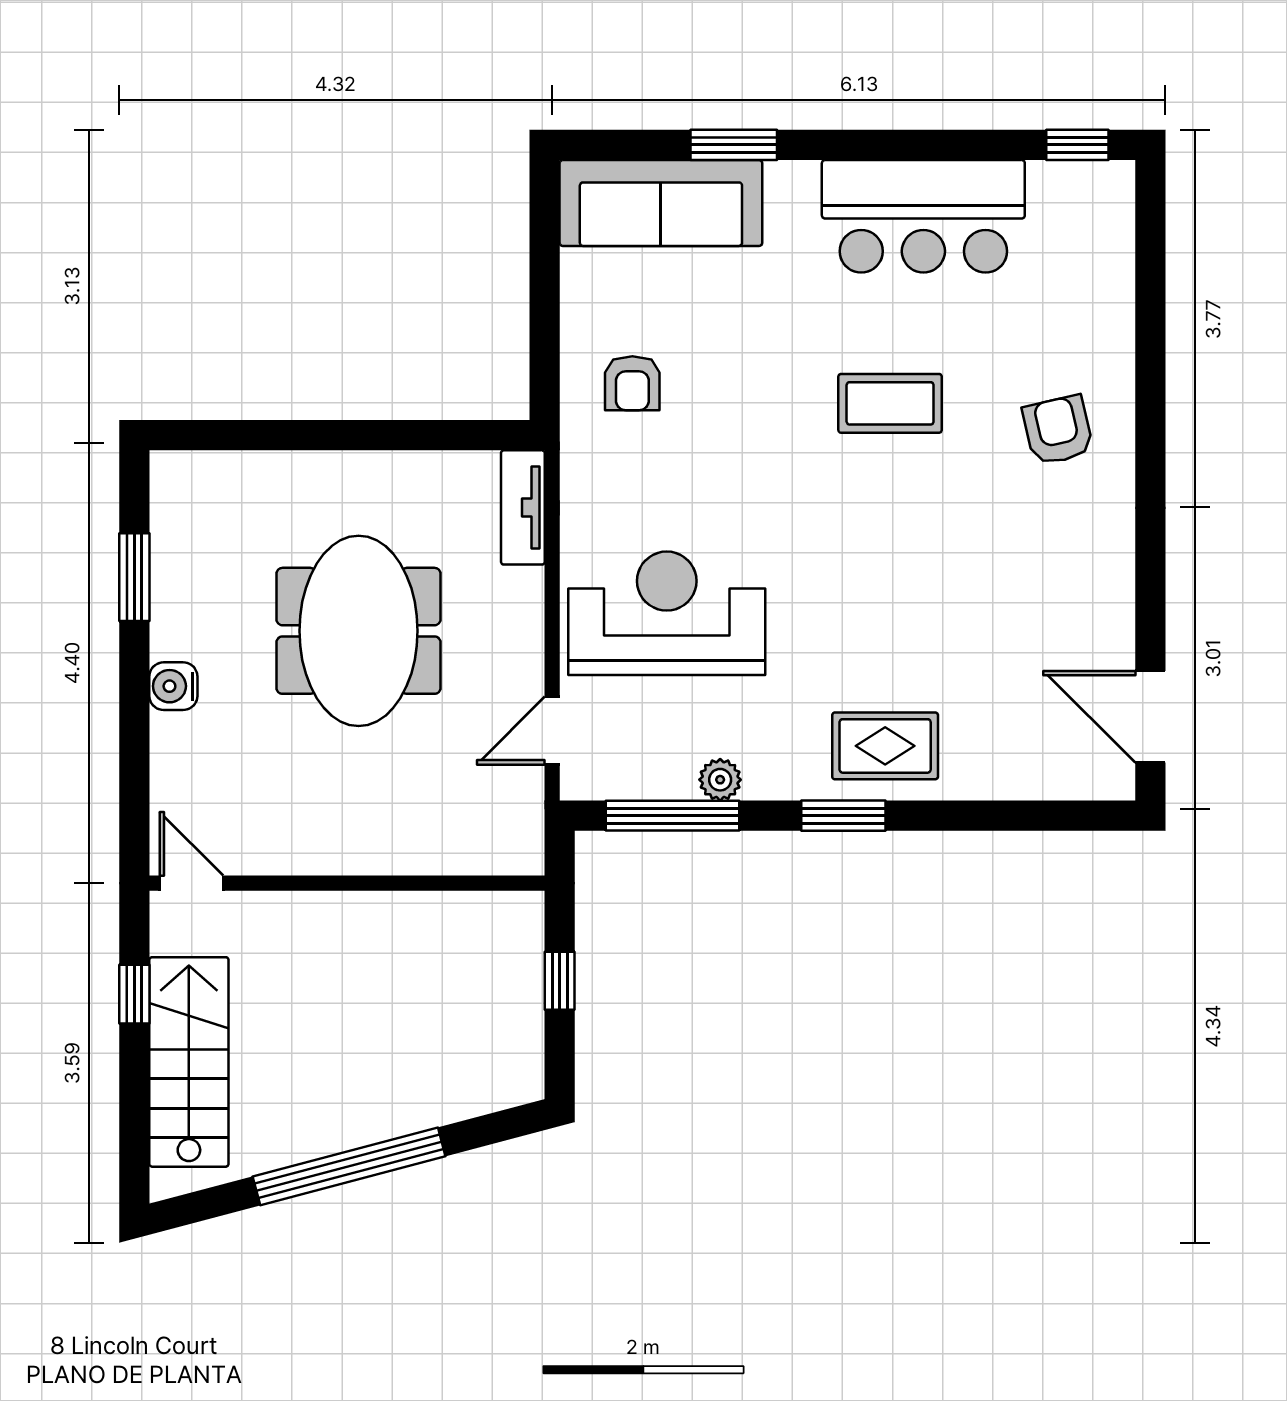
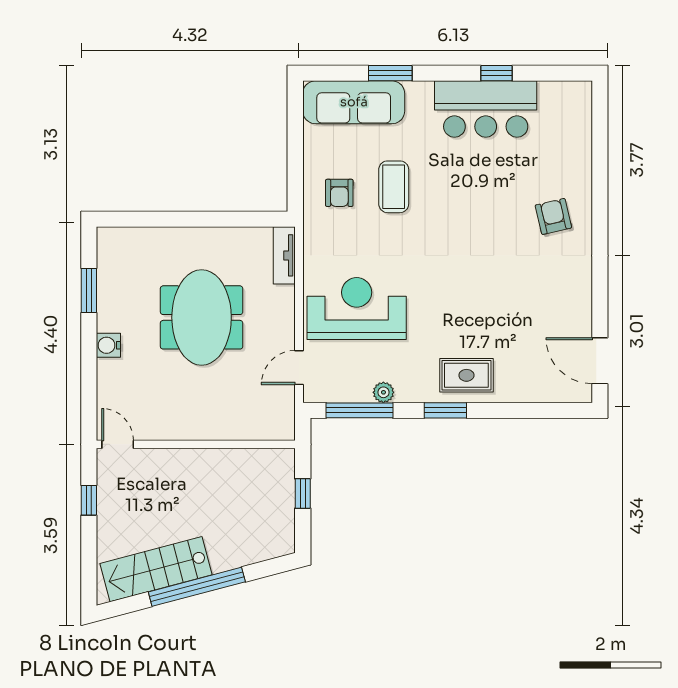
window: (1077, 145) -> (497, 73), moved
coffee table: (890, 403) -> (394, 187), moved, turned 90
stairs: (189, 1062) -> (156, 569), moved, turned -105

